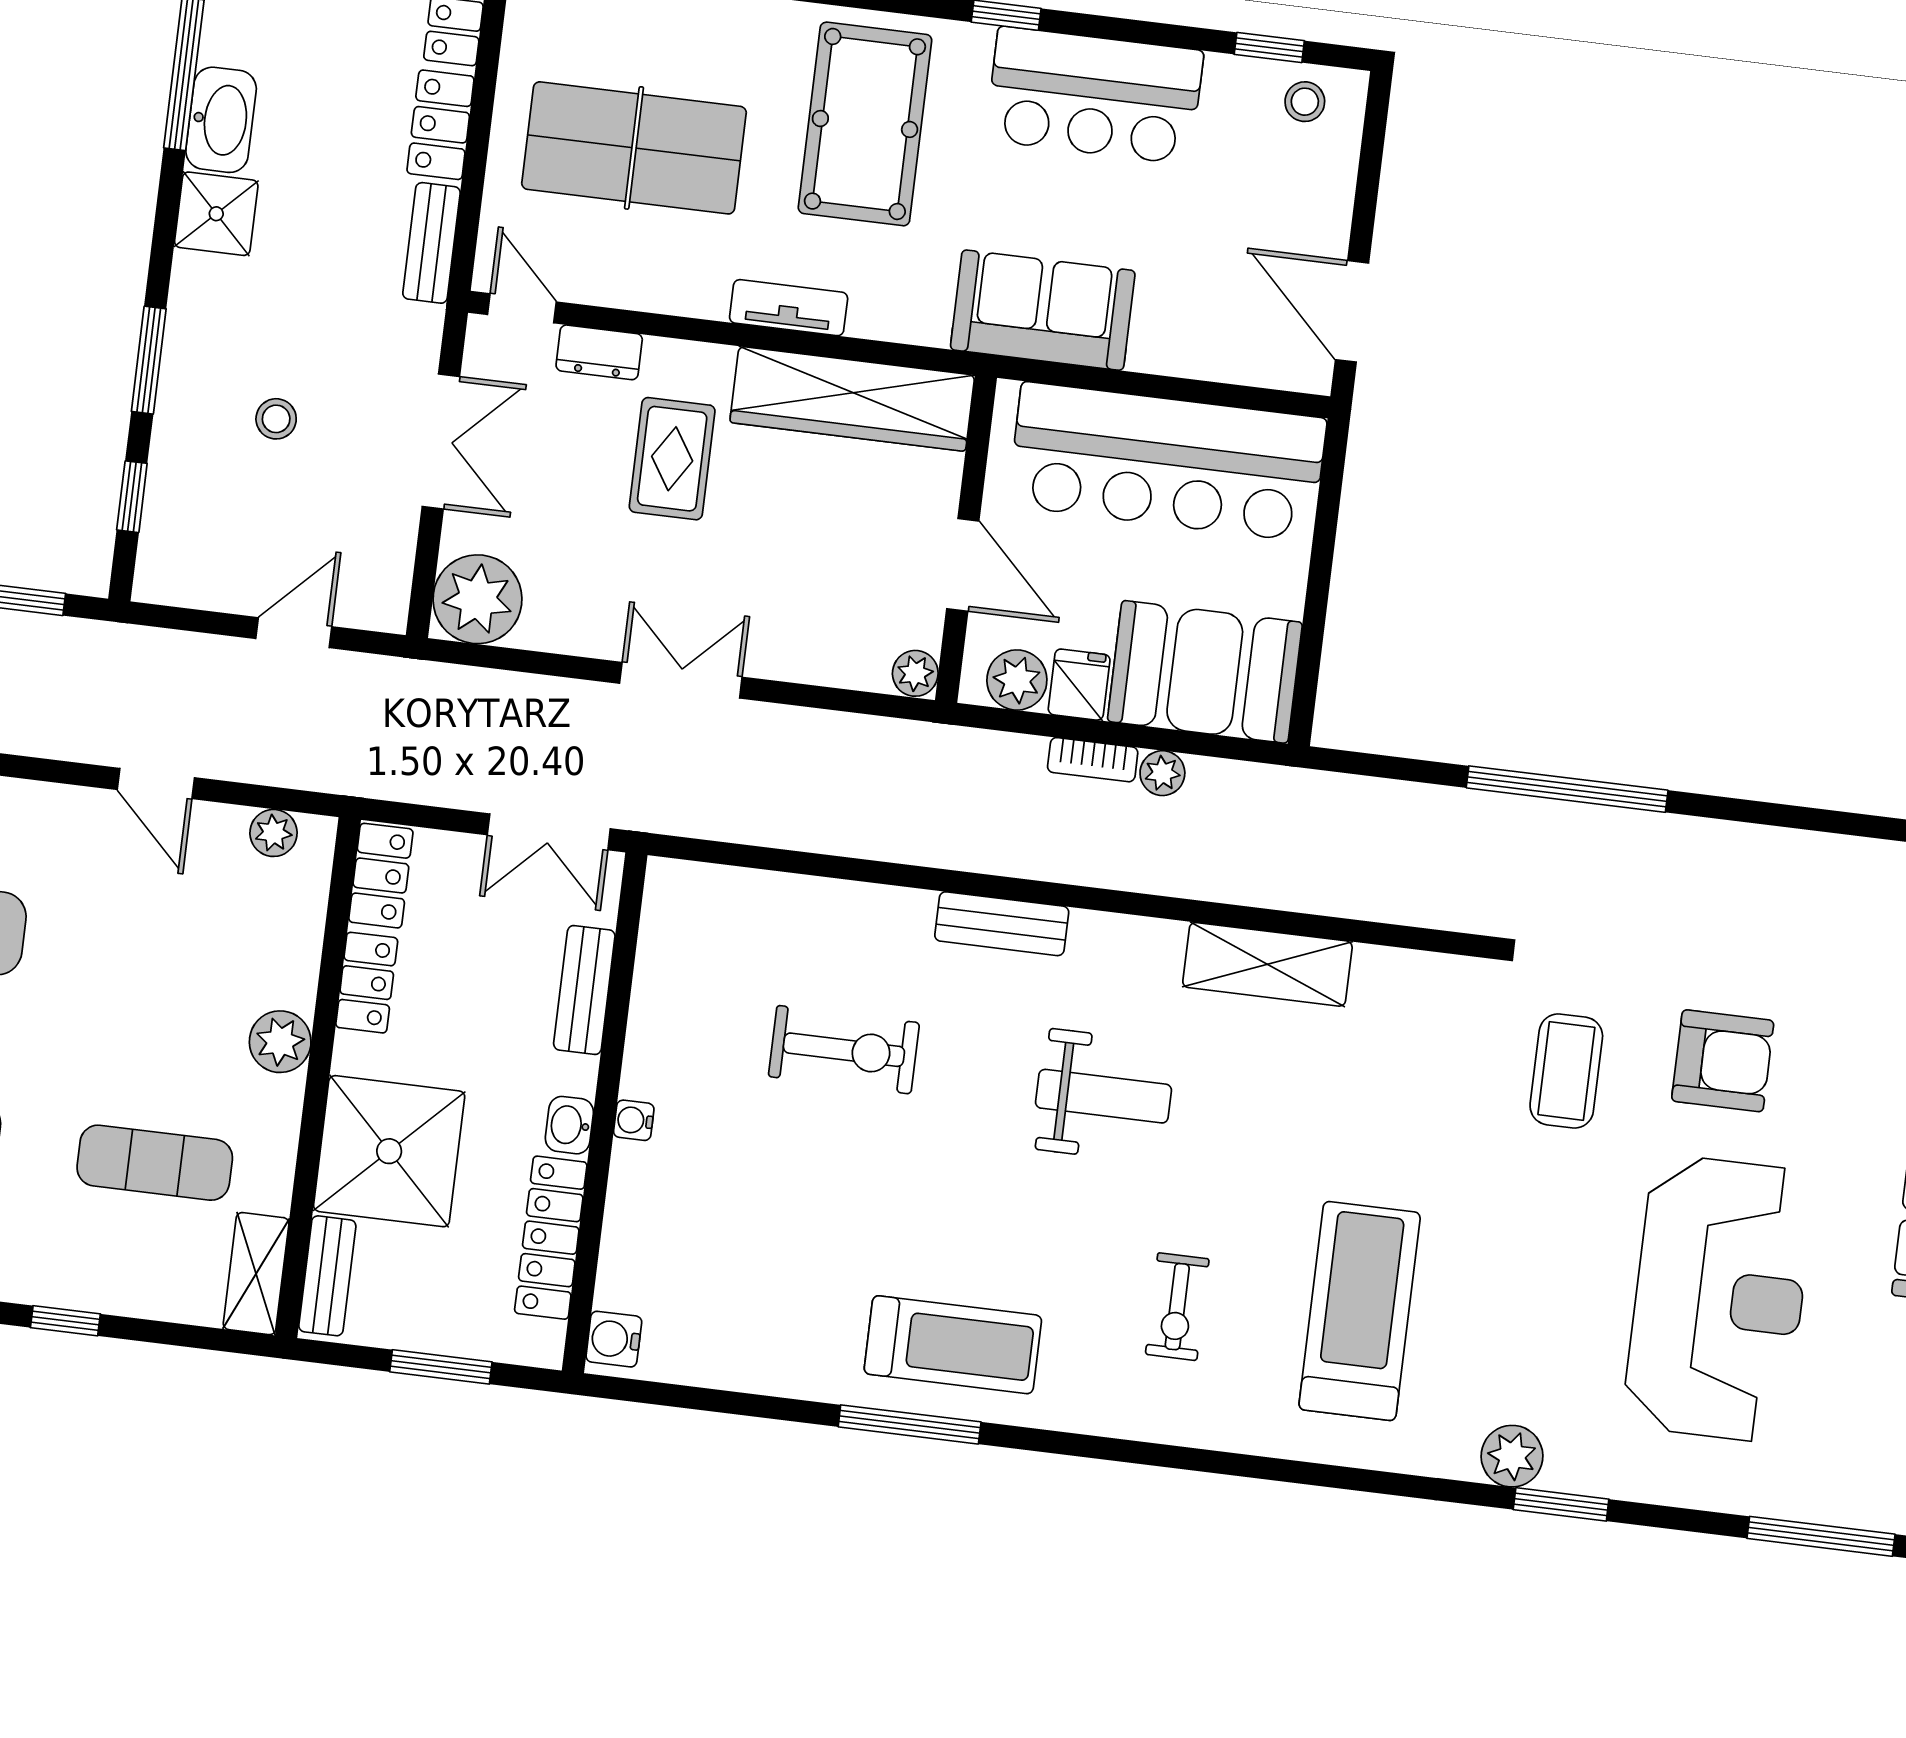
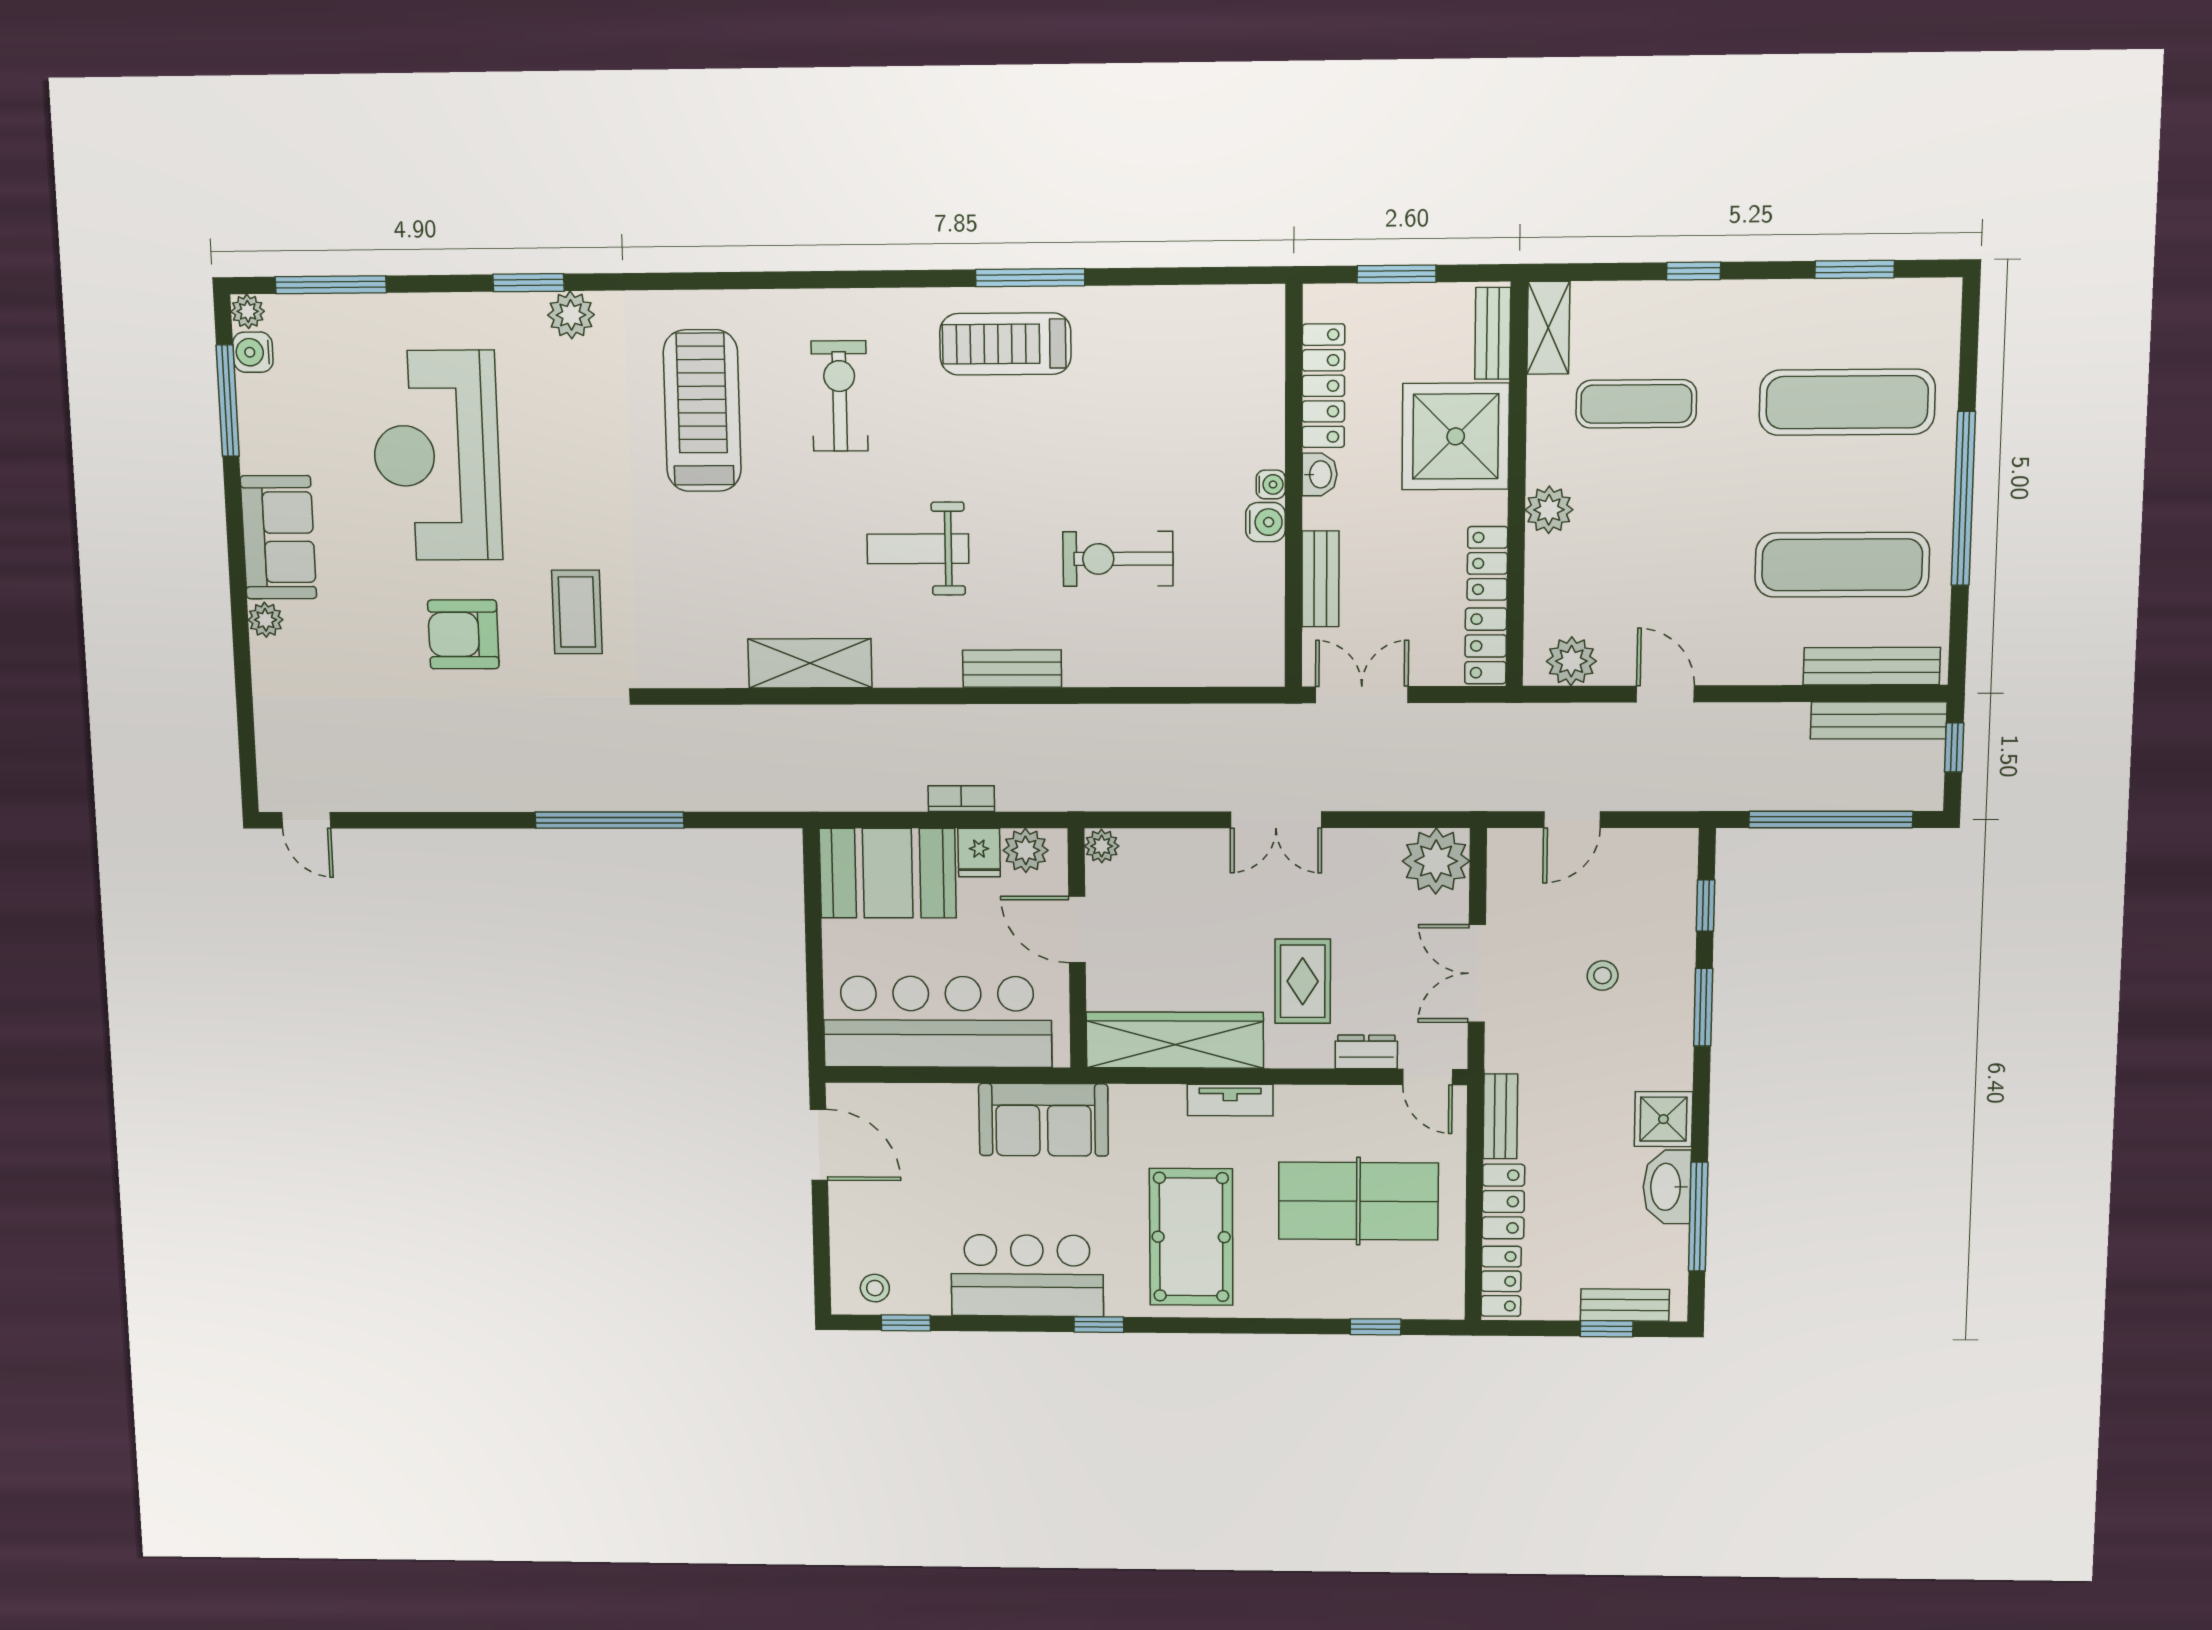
plant: (1162, 773) -> (908, 795), removed
plant: (274, 833) -> (1571, 661), width x1.38, depth x1.38
exercise bike: (1177, 1307) -> (840, 396), width x1.38, depth x1.39
treadmill: (1360, 1311) -> (702, 411), turned 180
water cooler: (614, 1339) -> (1265, 522), moved

